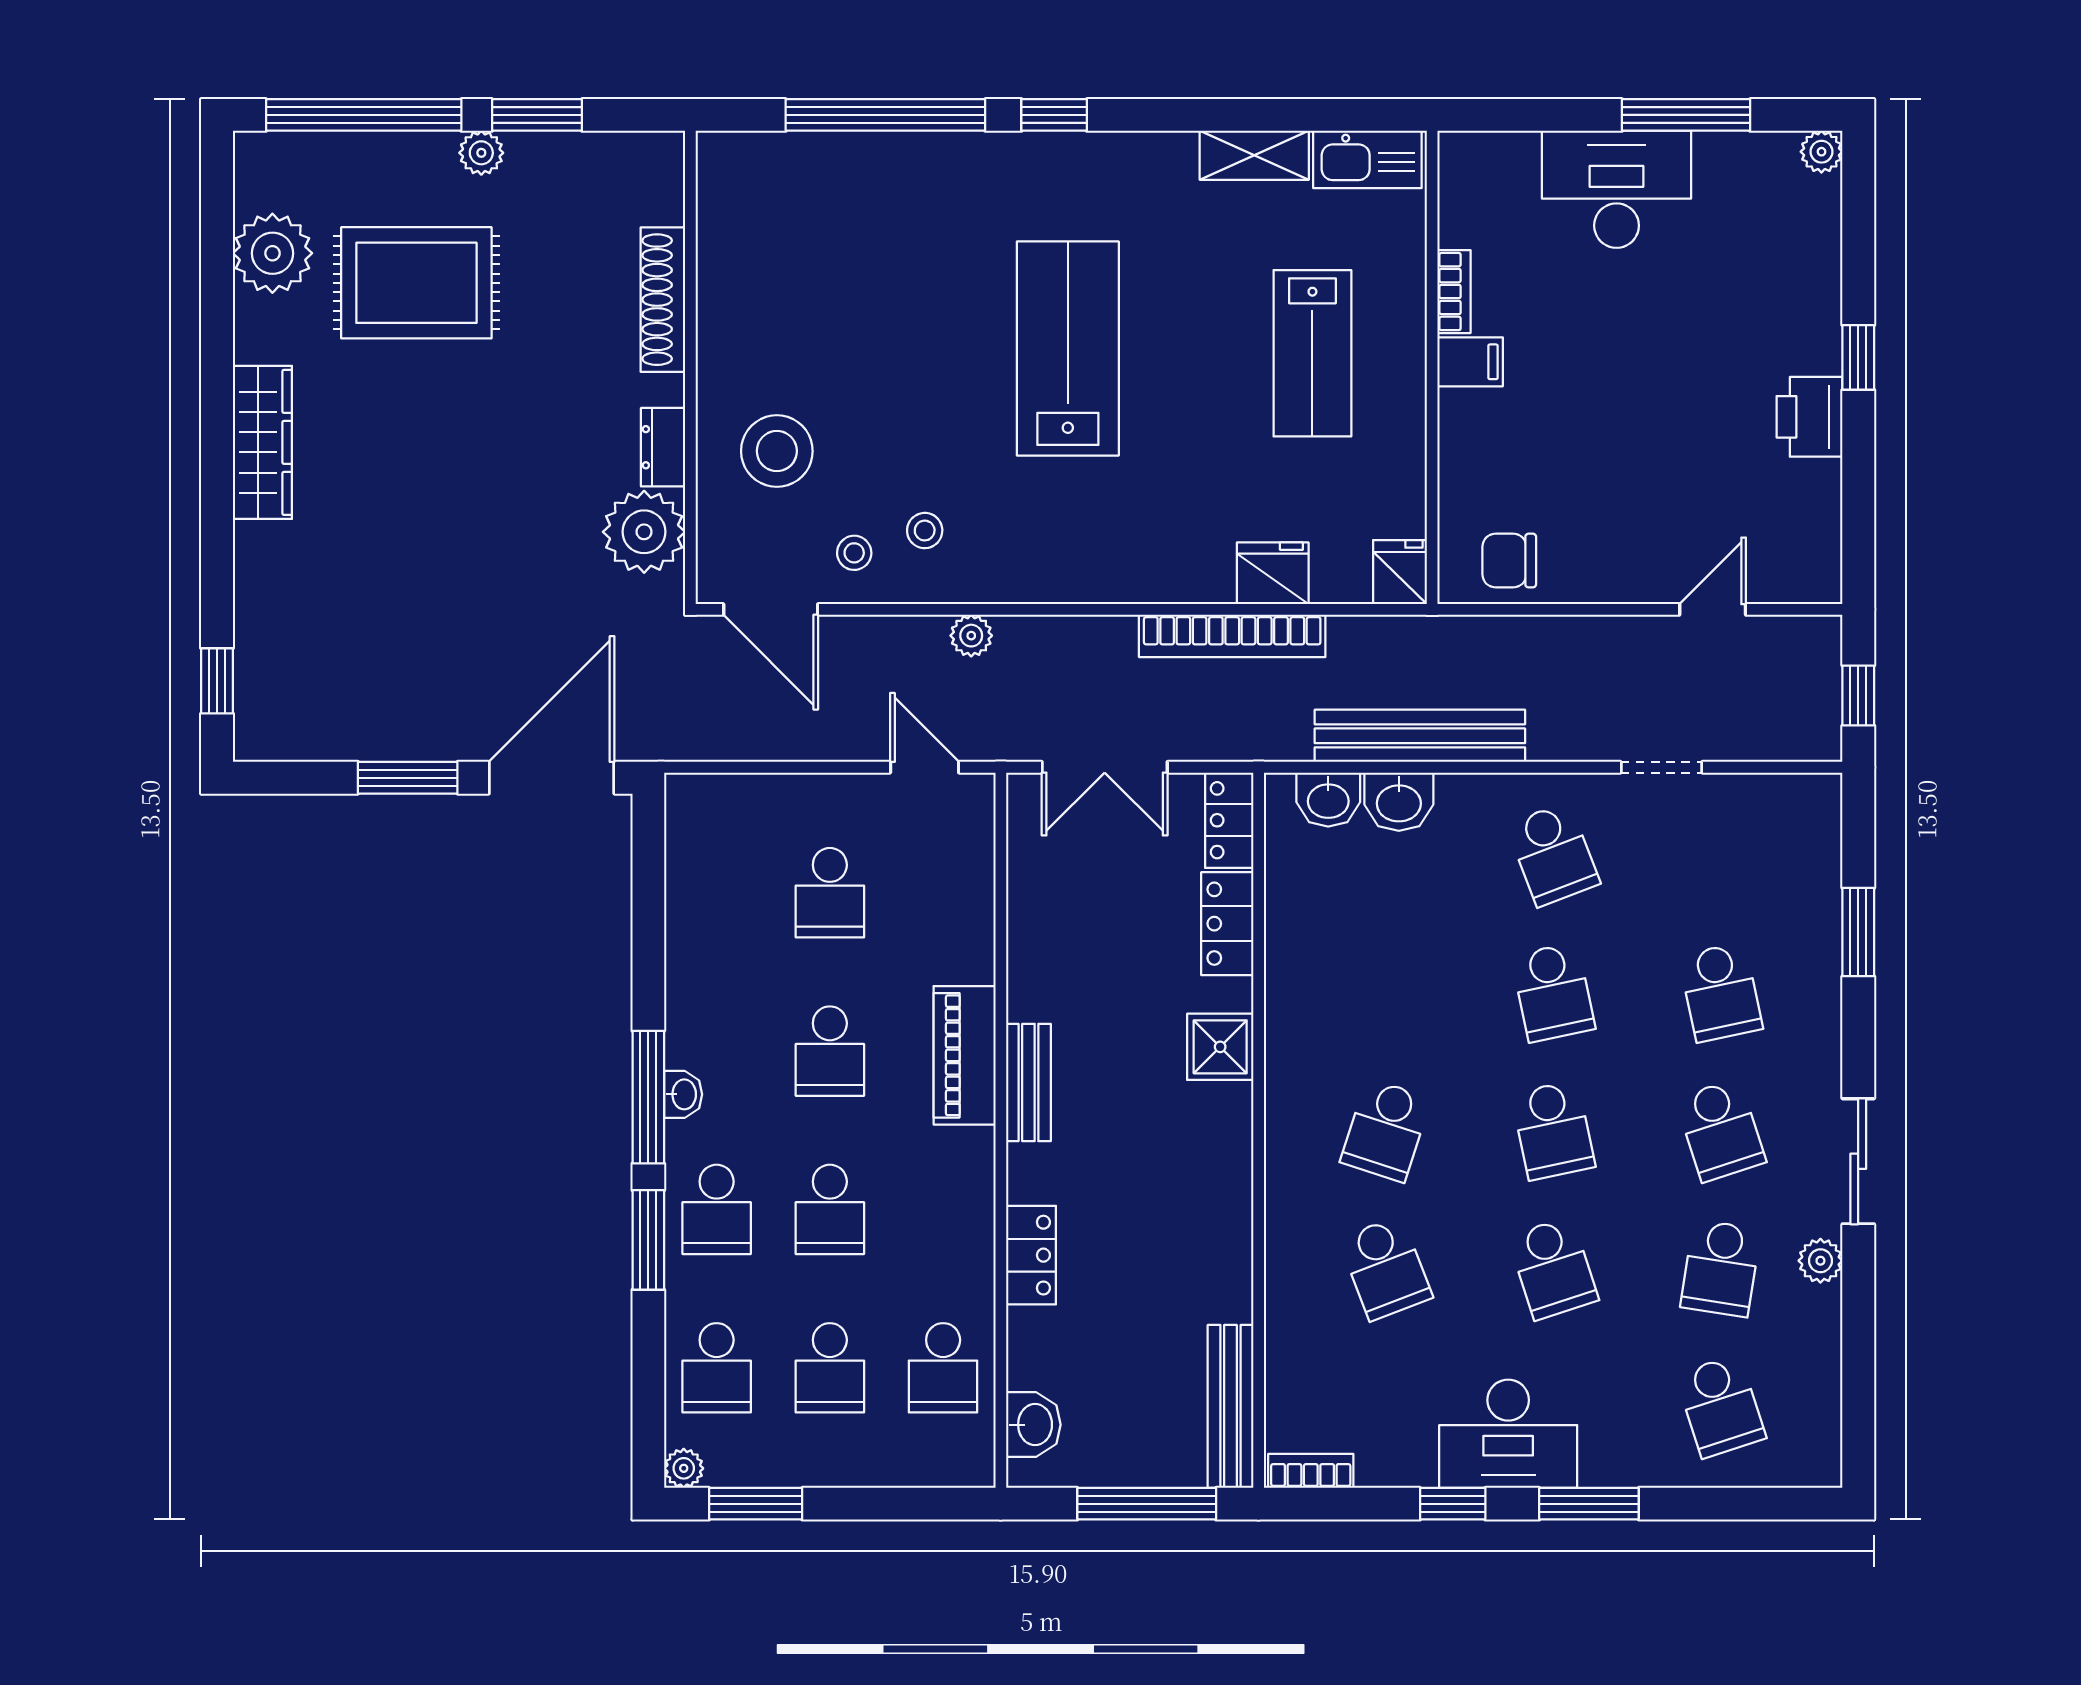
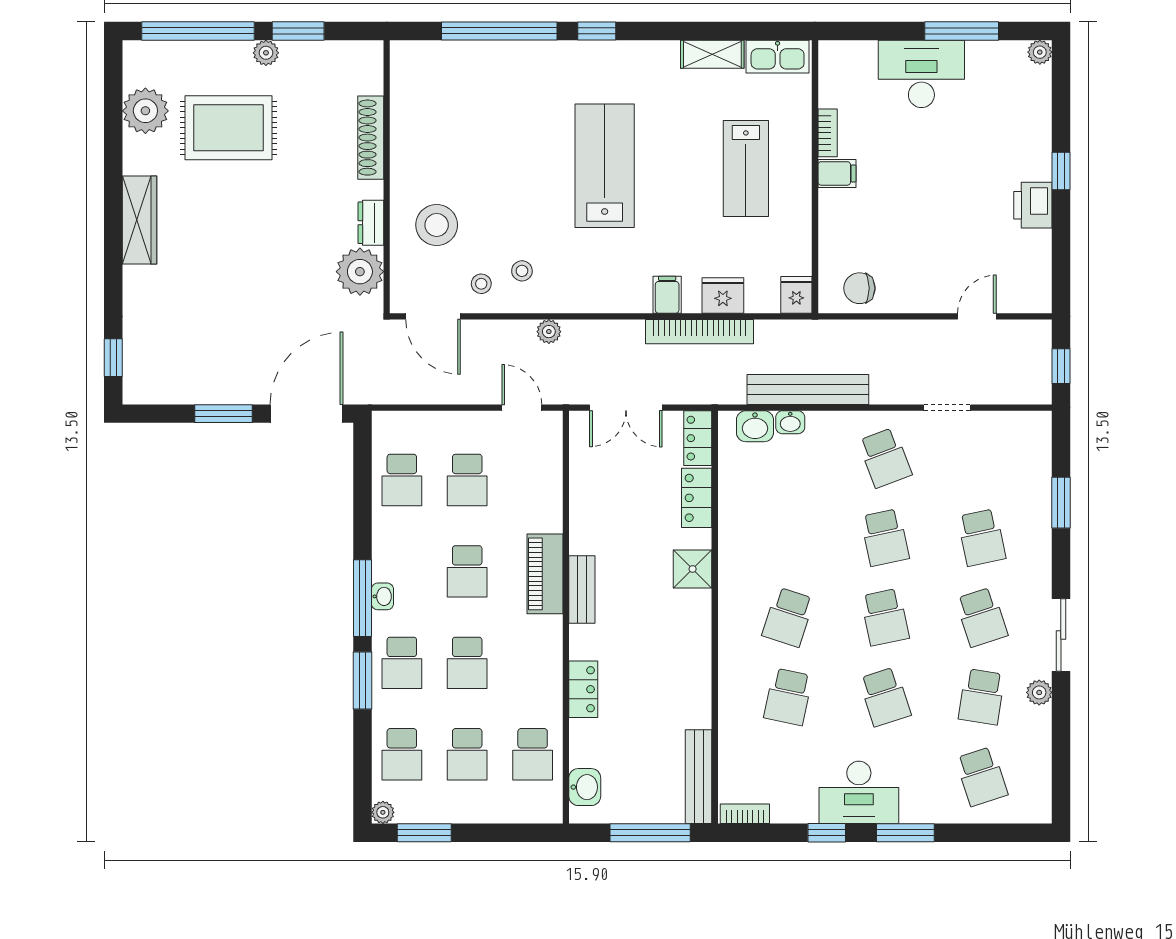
filing cabinet: (1176, 572) -> (667, 295), added
washbasin: (1399, 802) -> (790, 422), width x0.72, depth x0.69
school desk: (717, 893) -> (402, 480), added
school desk: (1386, 1268) -> (788, 697), turned 33

